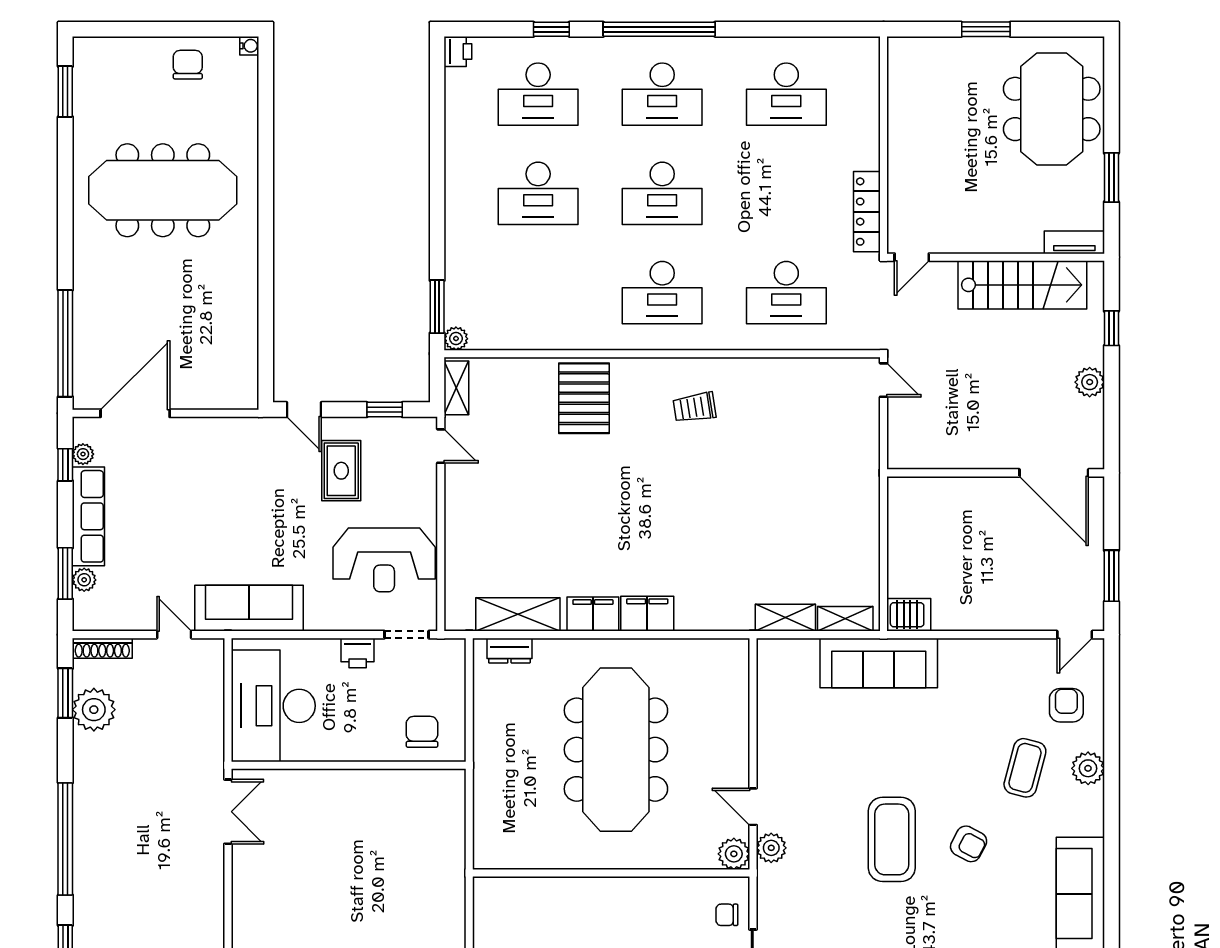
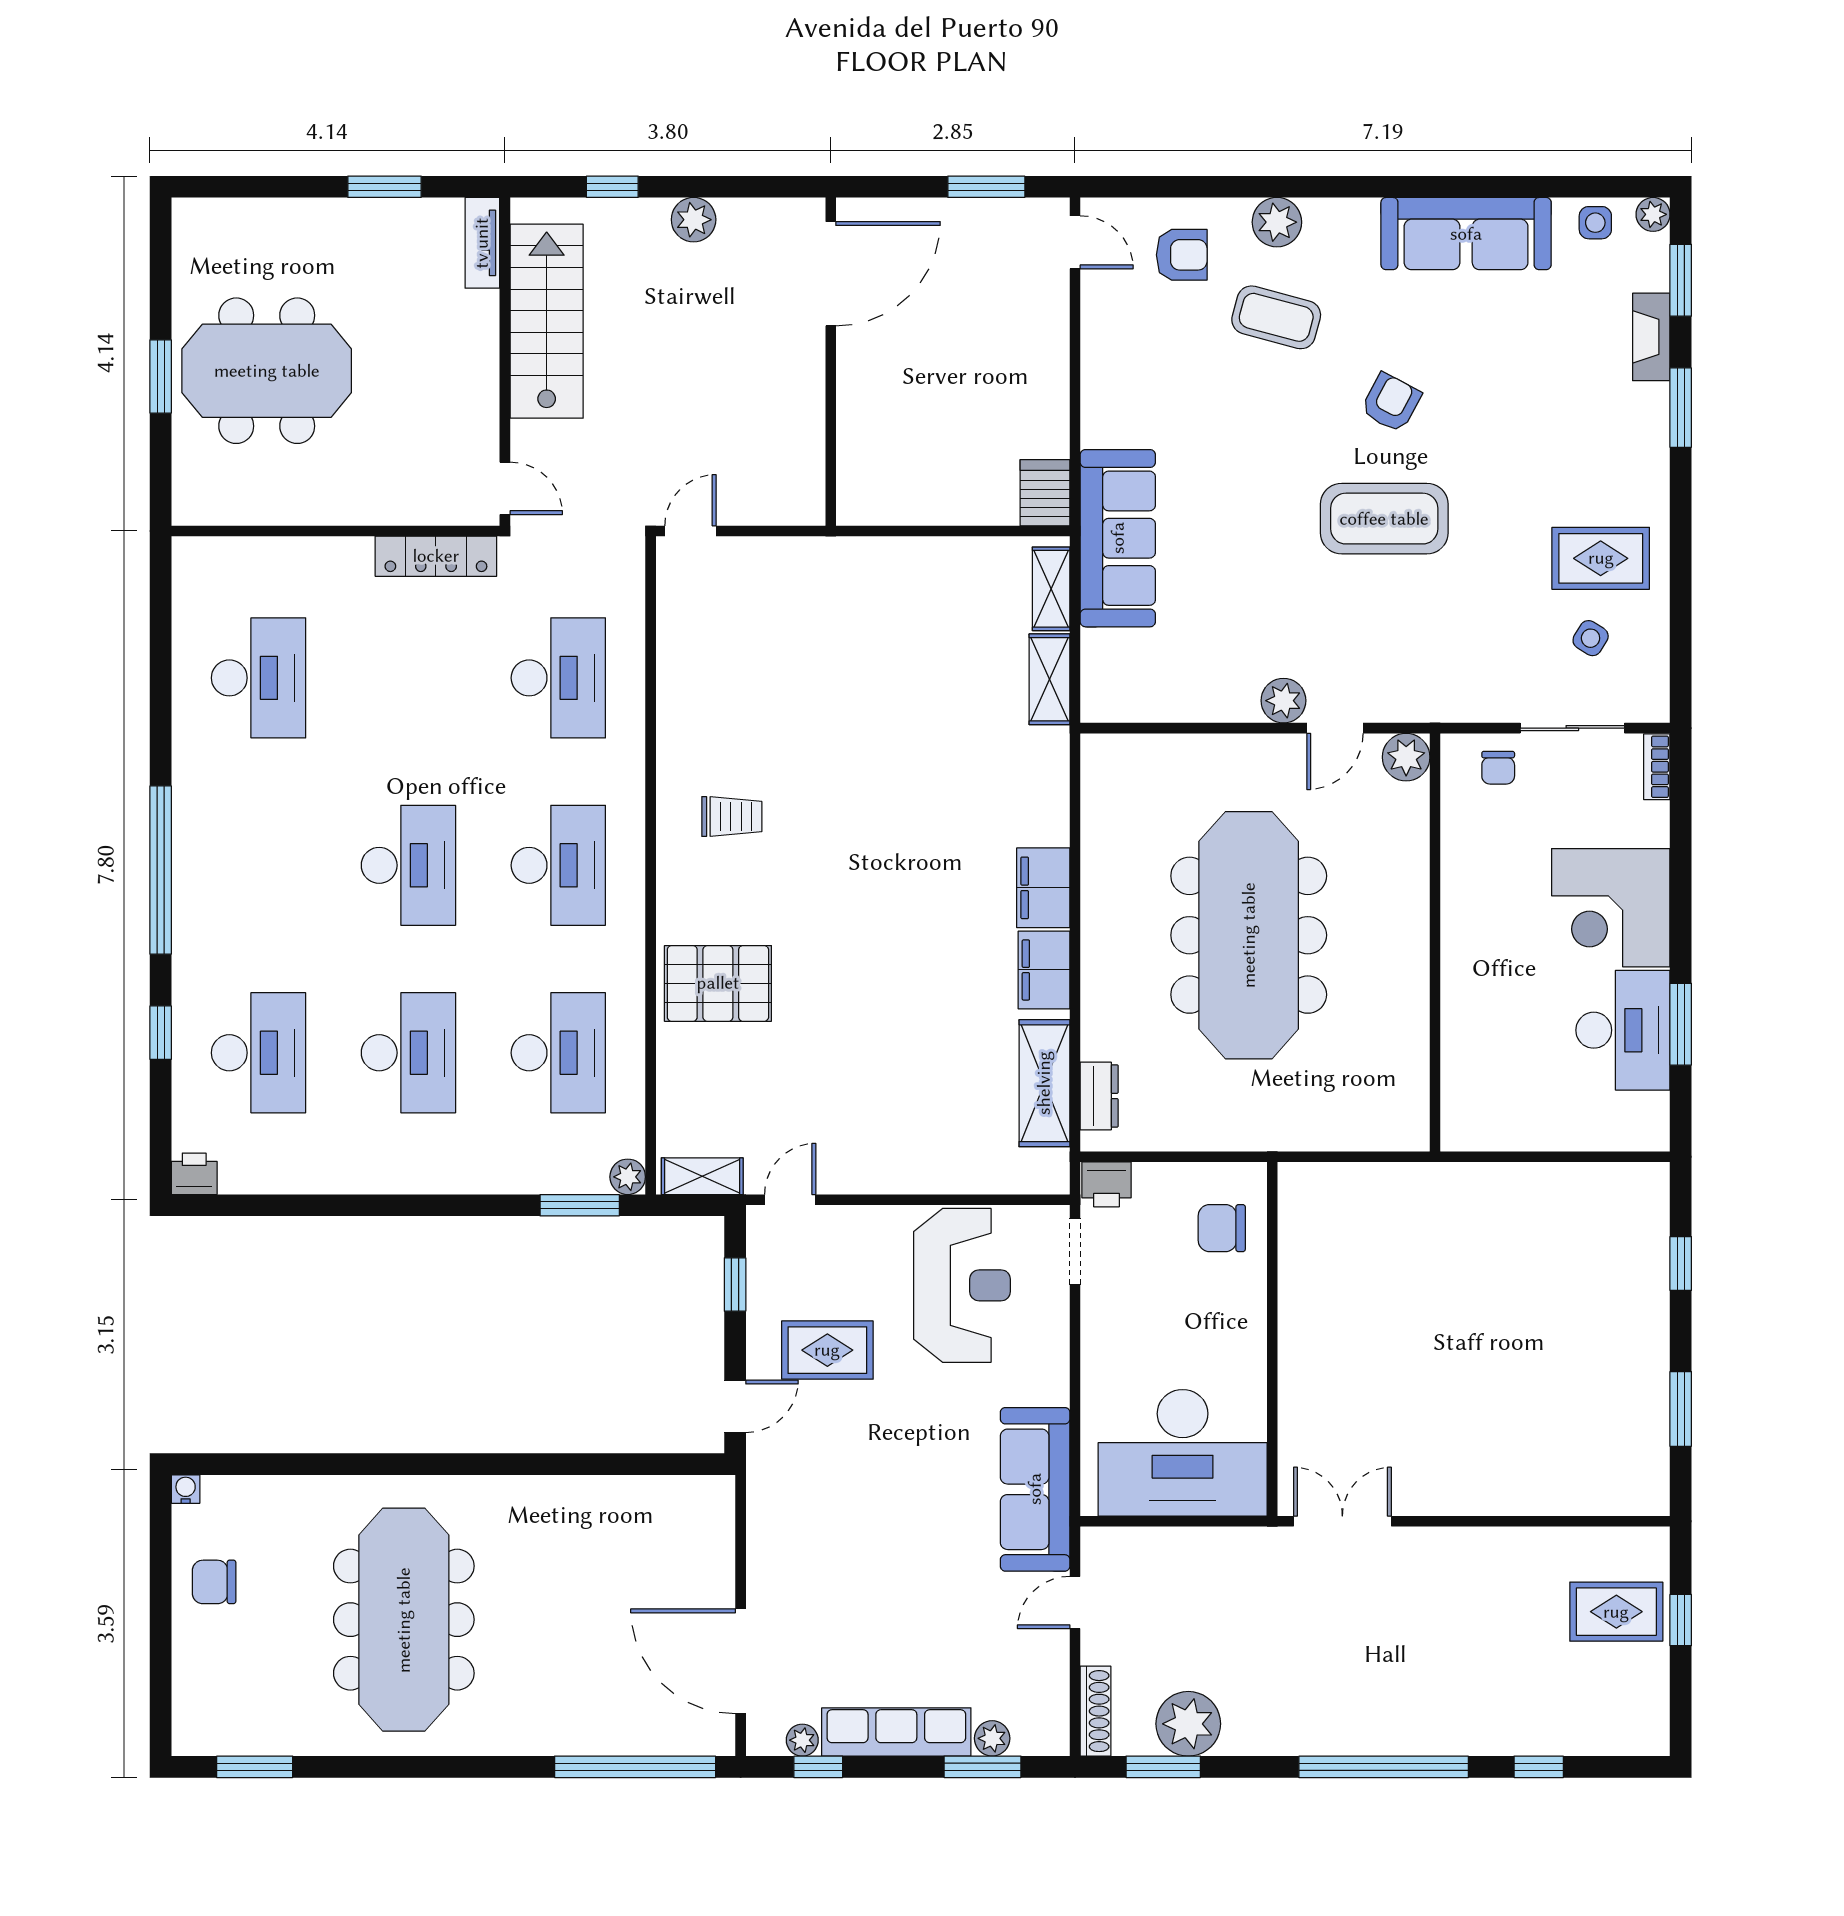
desk: (662, 94) -> (558, 1053), moved
meeting table: (1052, 109) -> (267, 371), moved
trolley: (694, 407) -> (732, 817), turned -81
printer: (358, 653) -> (1107, 1184), moved, turned 90
armchair: (1066, 705) -> (1182, 255), turned 180
meeting table: (616, 750) -> (1249, 935), turned 90
plant: (771, 848) -> (1283, 701), moved

